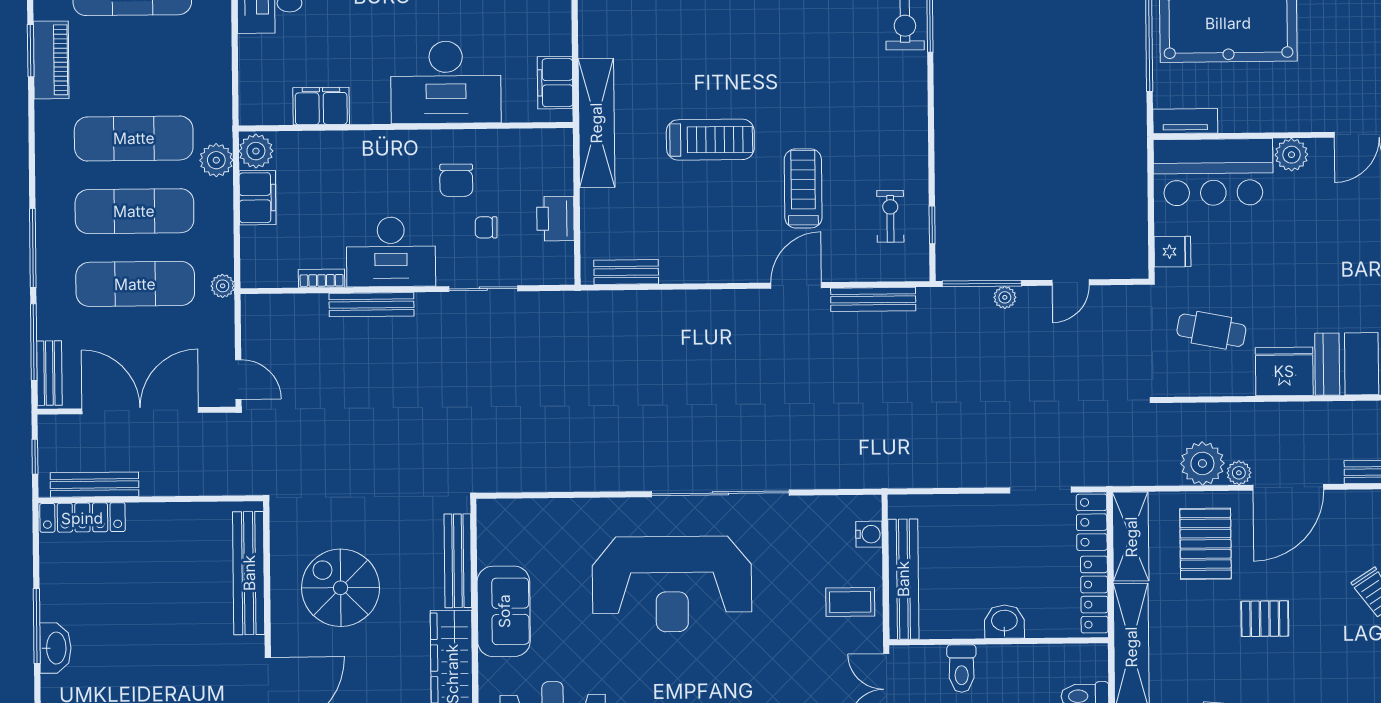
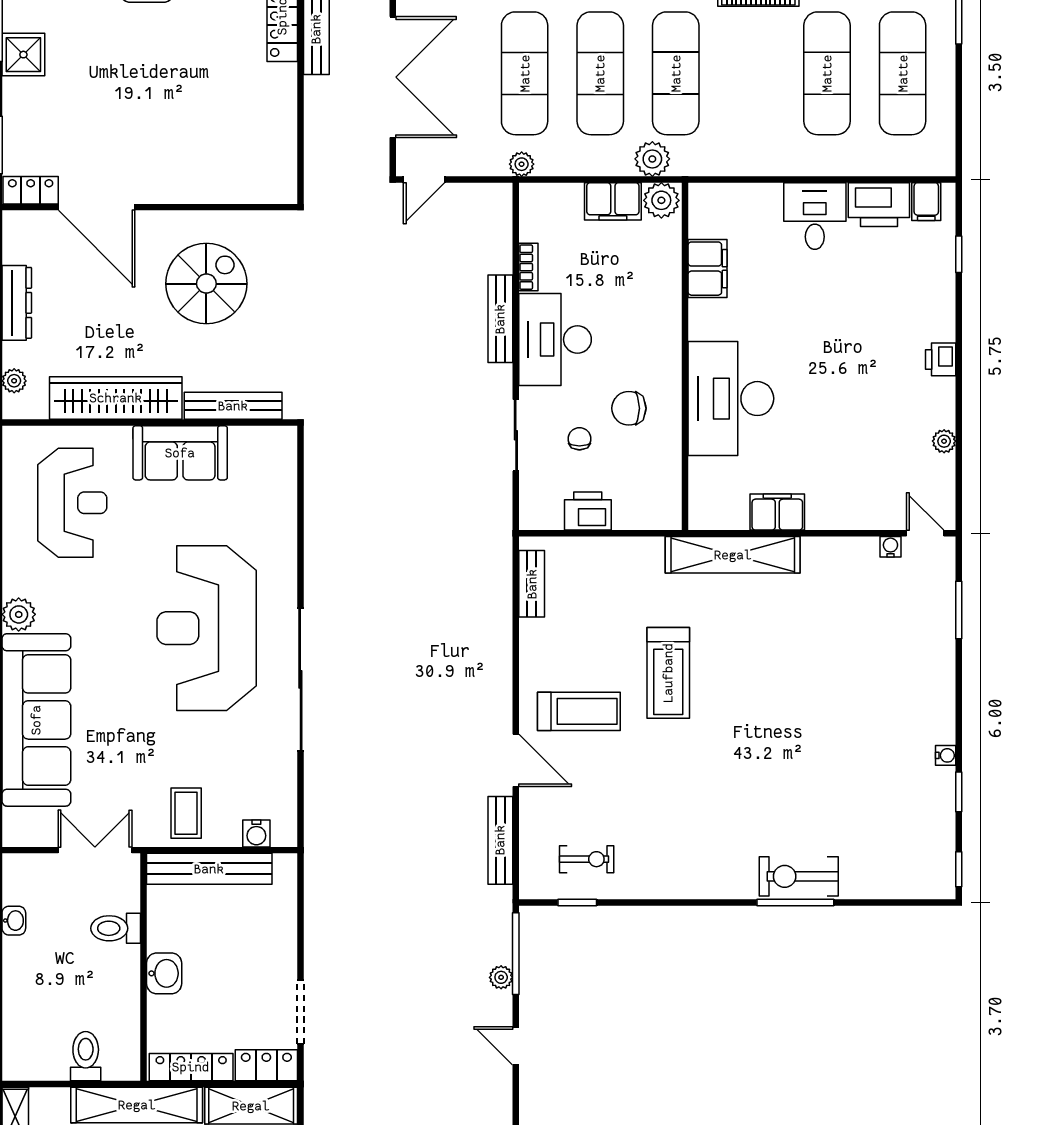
filing cabinet: (555, 83) -> (777, 512), moved
shelving: (596, 123) -> (733, 555), moved
treadmill: (803, 188) -> (579, 711), moved
bench: (249, 573) -> (223, 188), removed

